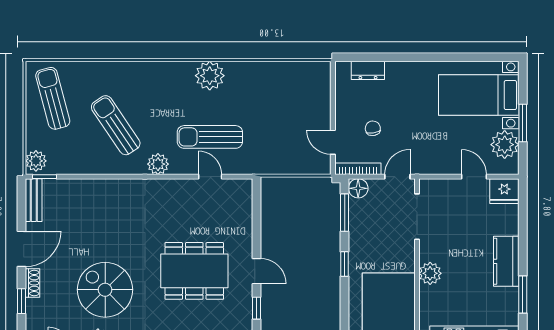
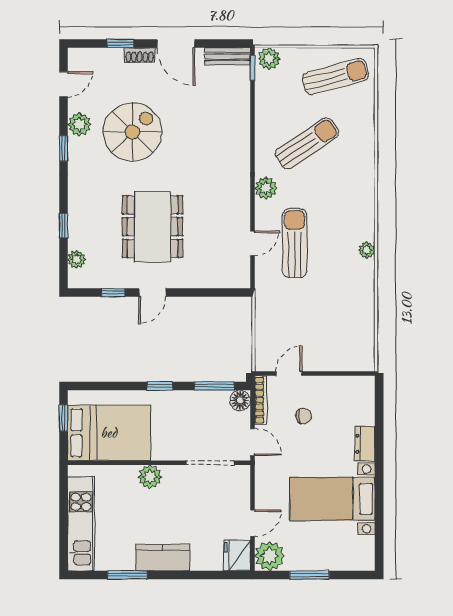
dresser: (368, 70) -> (365, 444), moved
plant: (210, 76) -> (367, 250), width x0.53, depth x0.53
bed with nightstands: (479, 95) -> (332, 499), moved, turned -90
plant: (505, 145) -> (269, 556), moved

